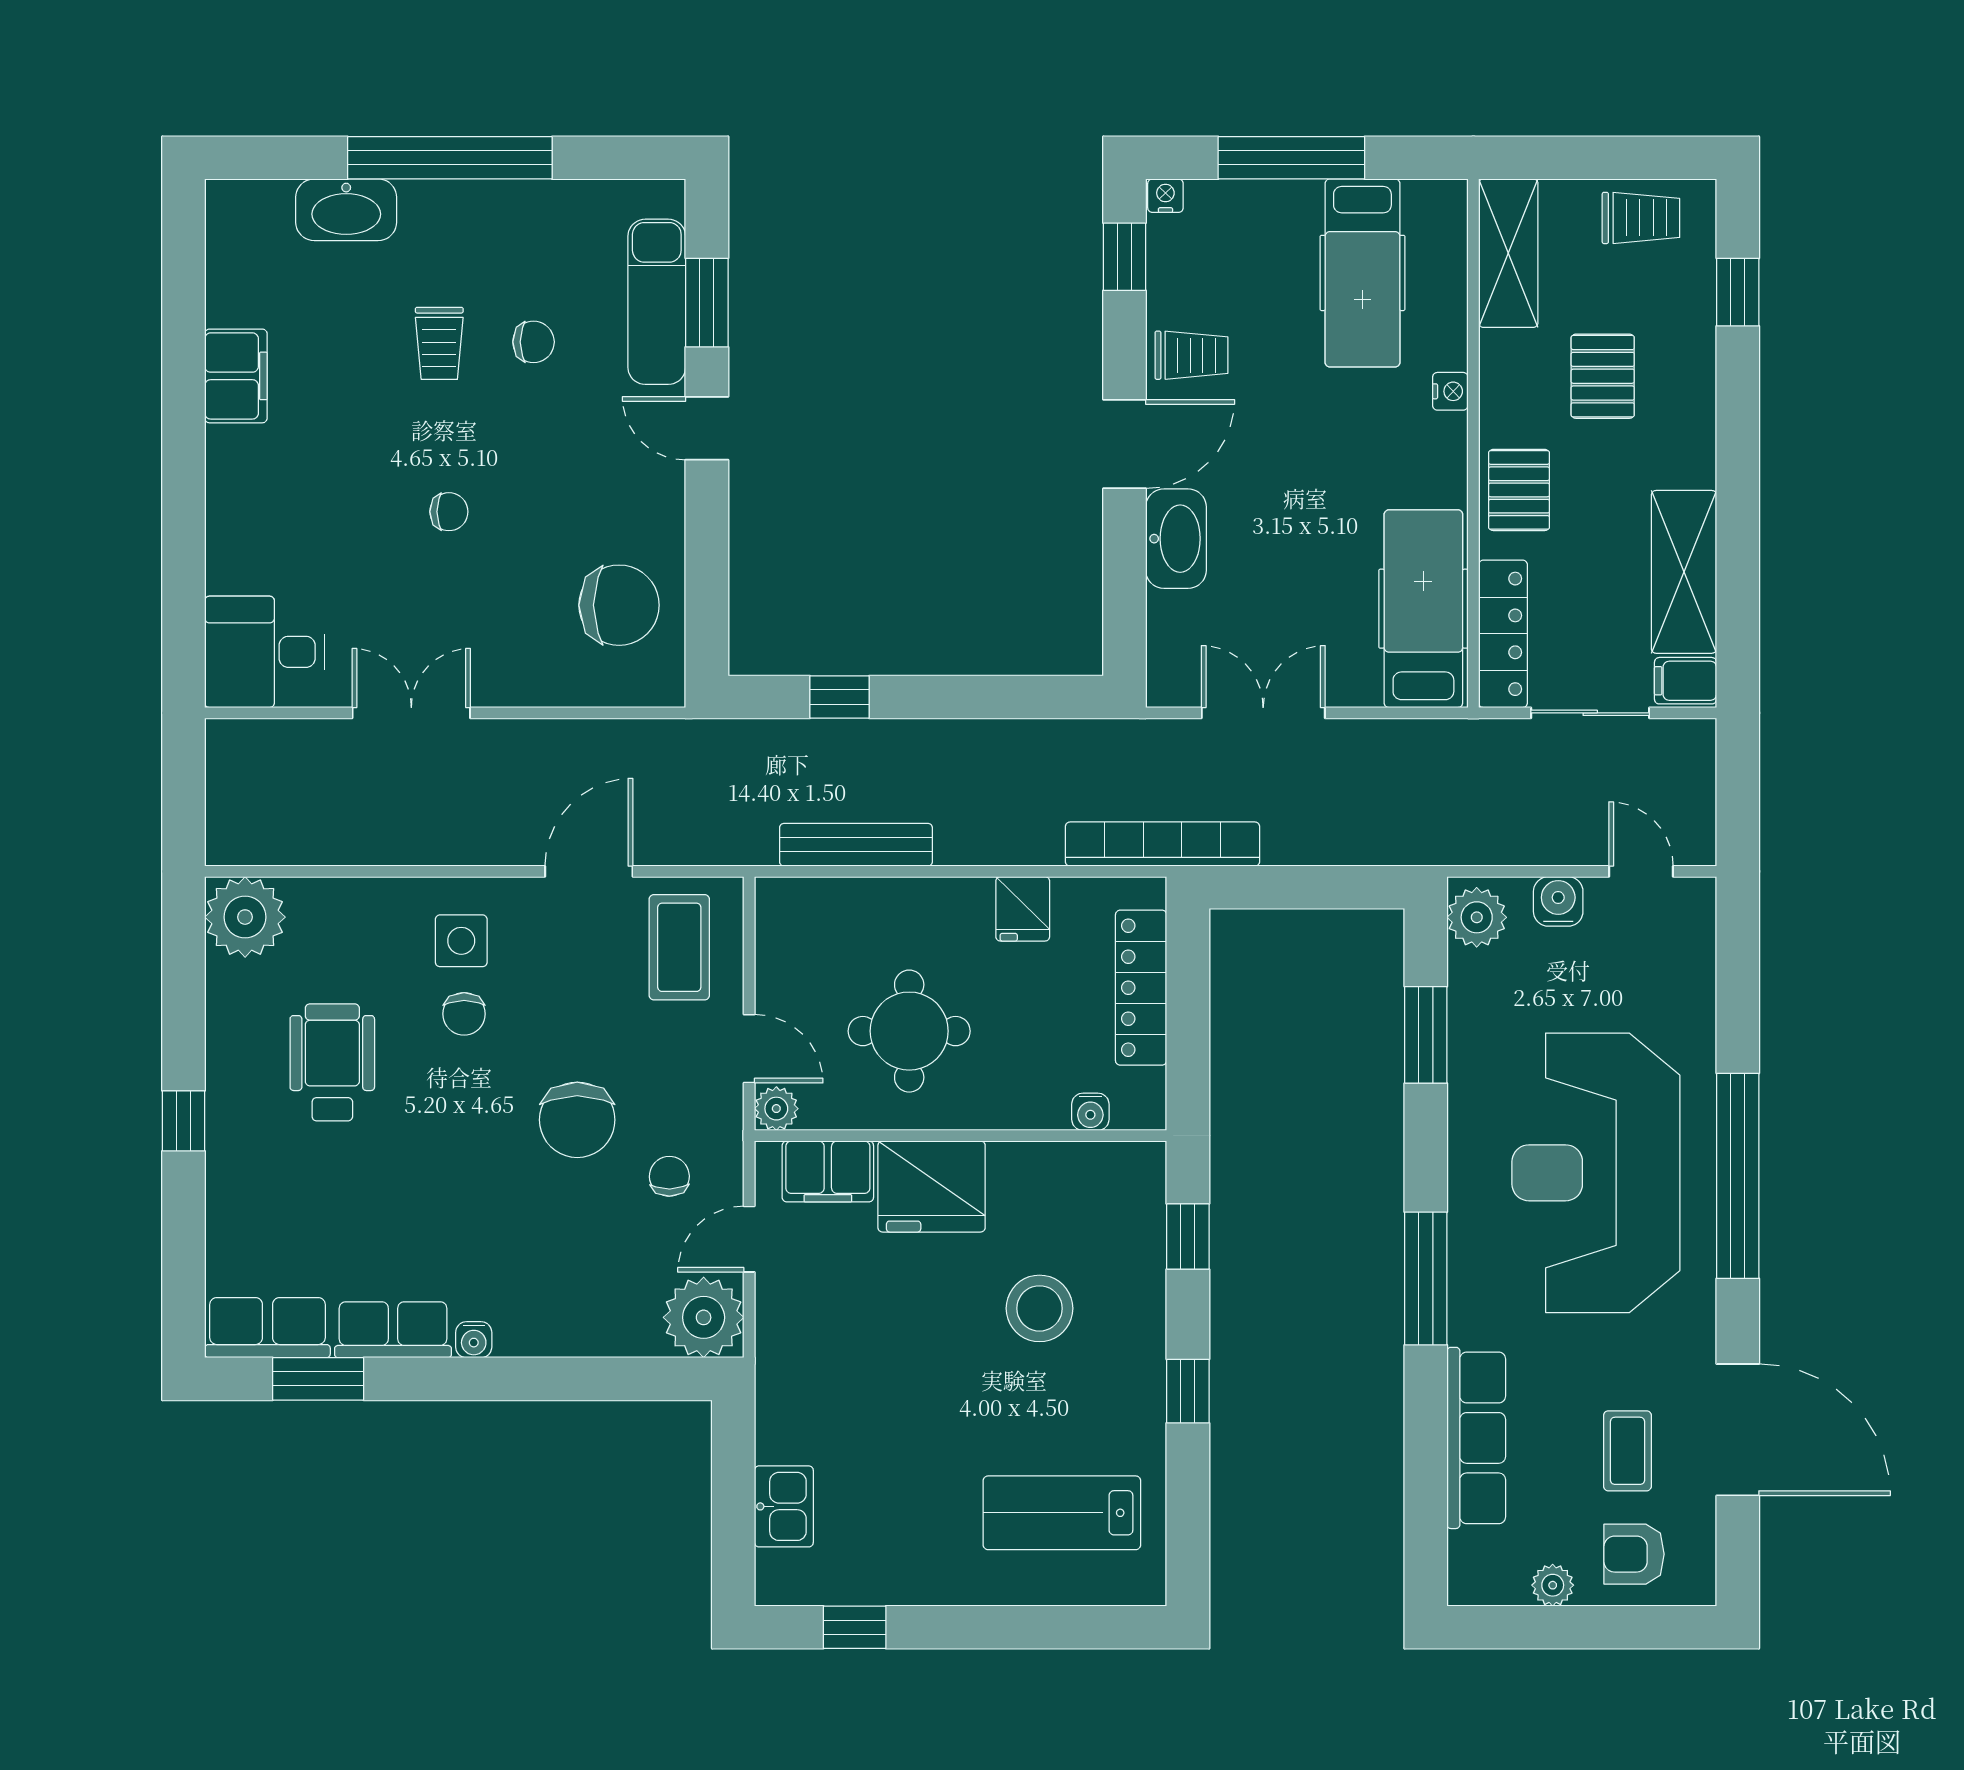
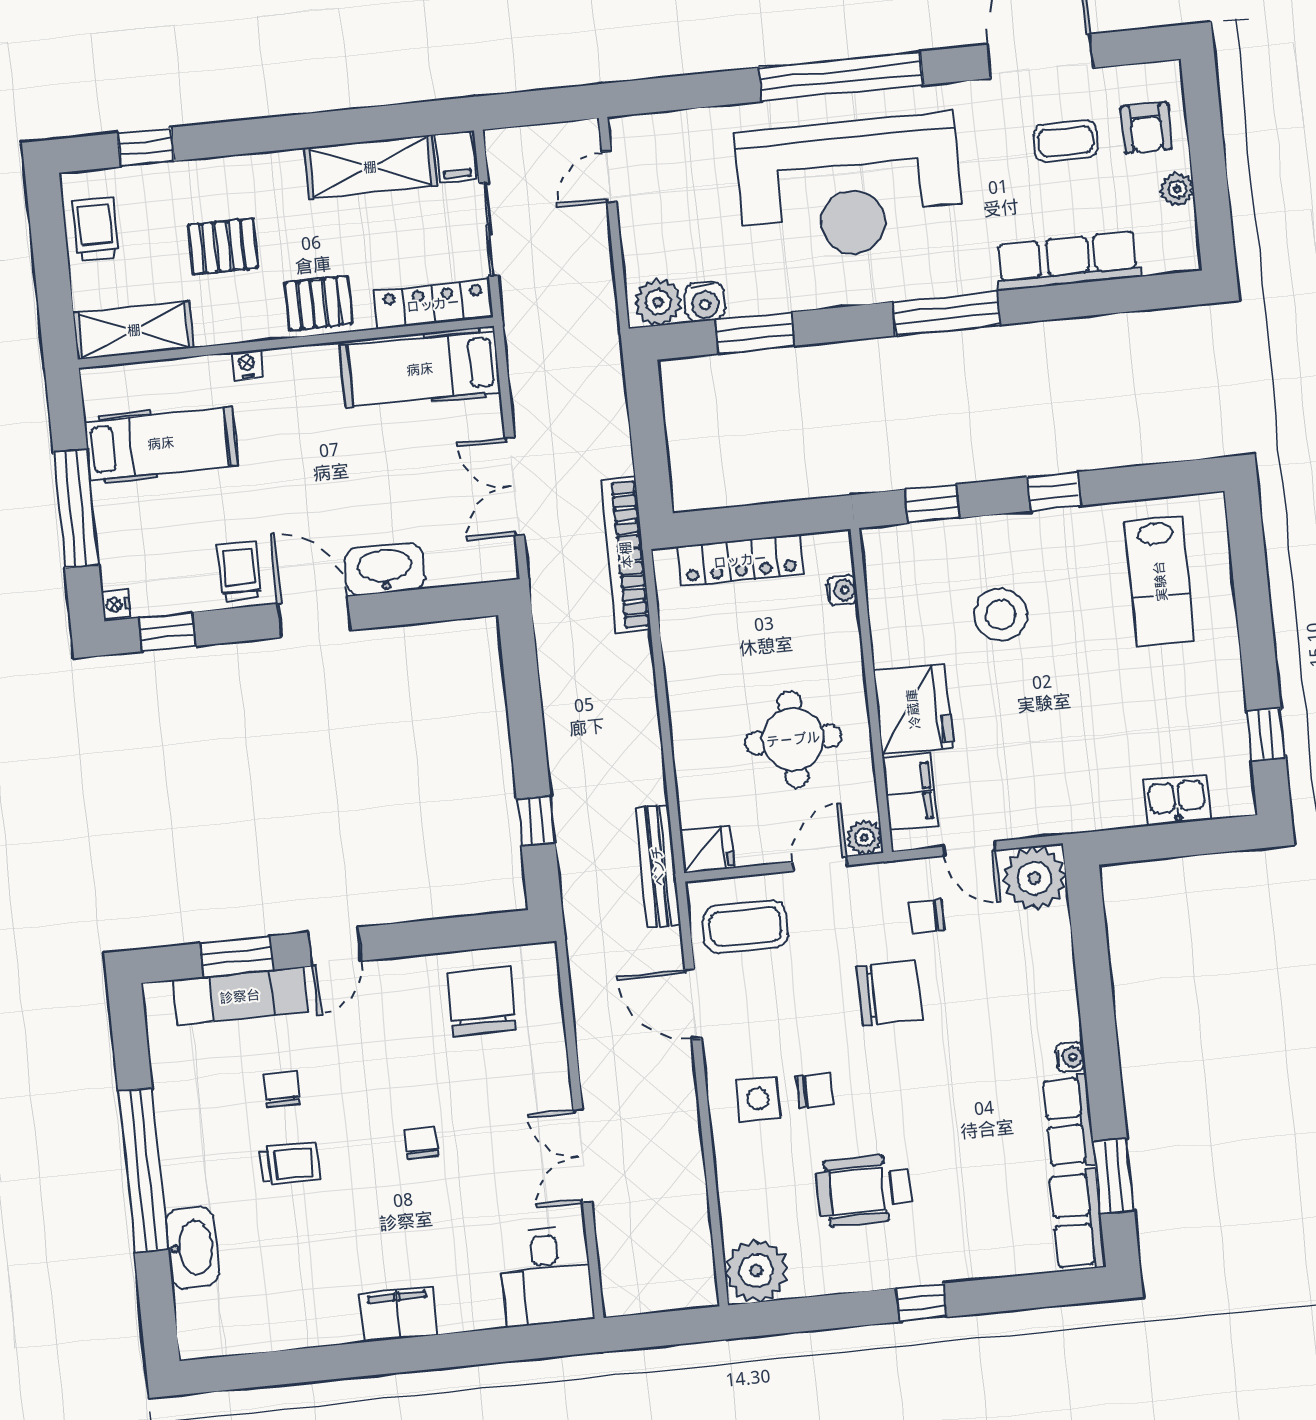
filing cabinet: (236, 376) -> (398, 1314), moved
bench: (856, 845) -> (658, 866), moved
water cooler: (1558, 901) -> (705, 301), moved, turned -90
fridge: (1023, 909) -> (707, 849), moved

